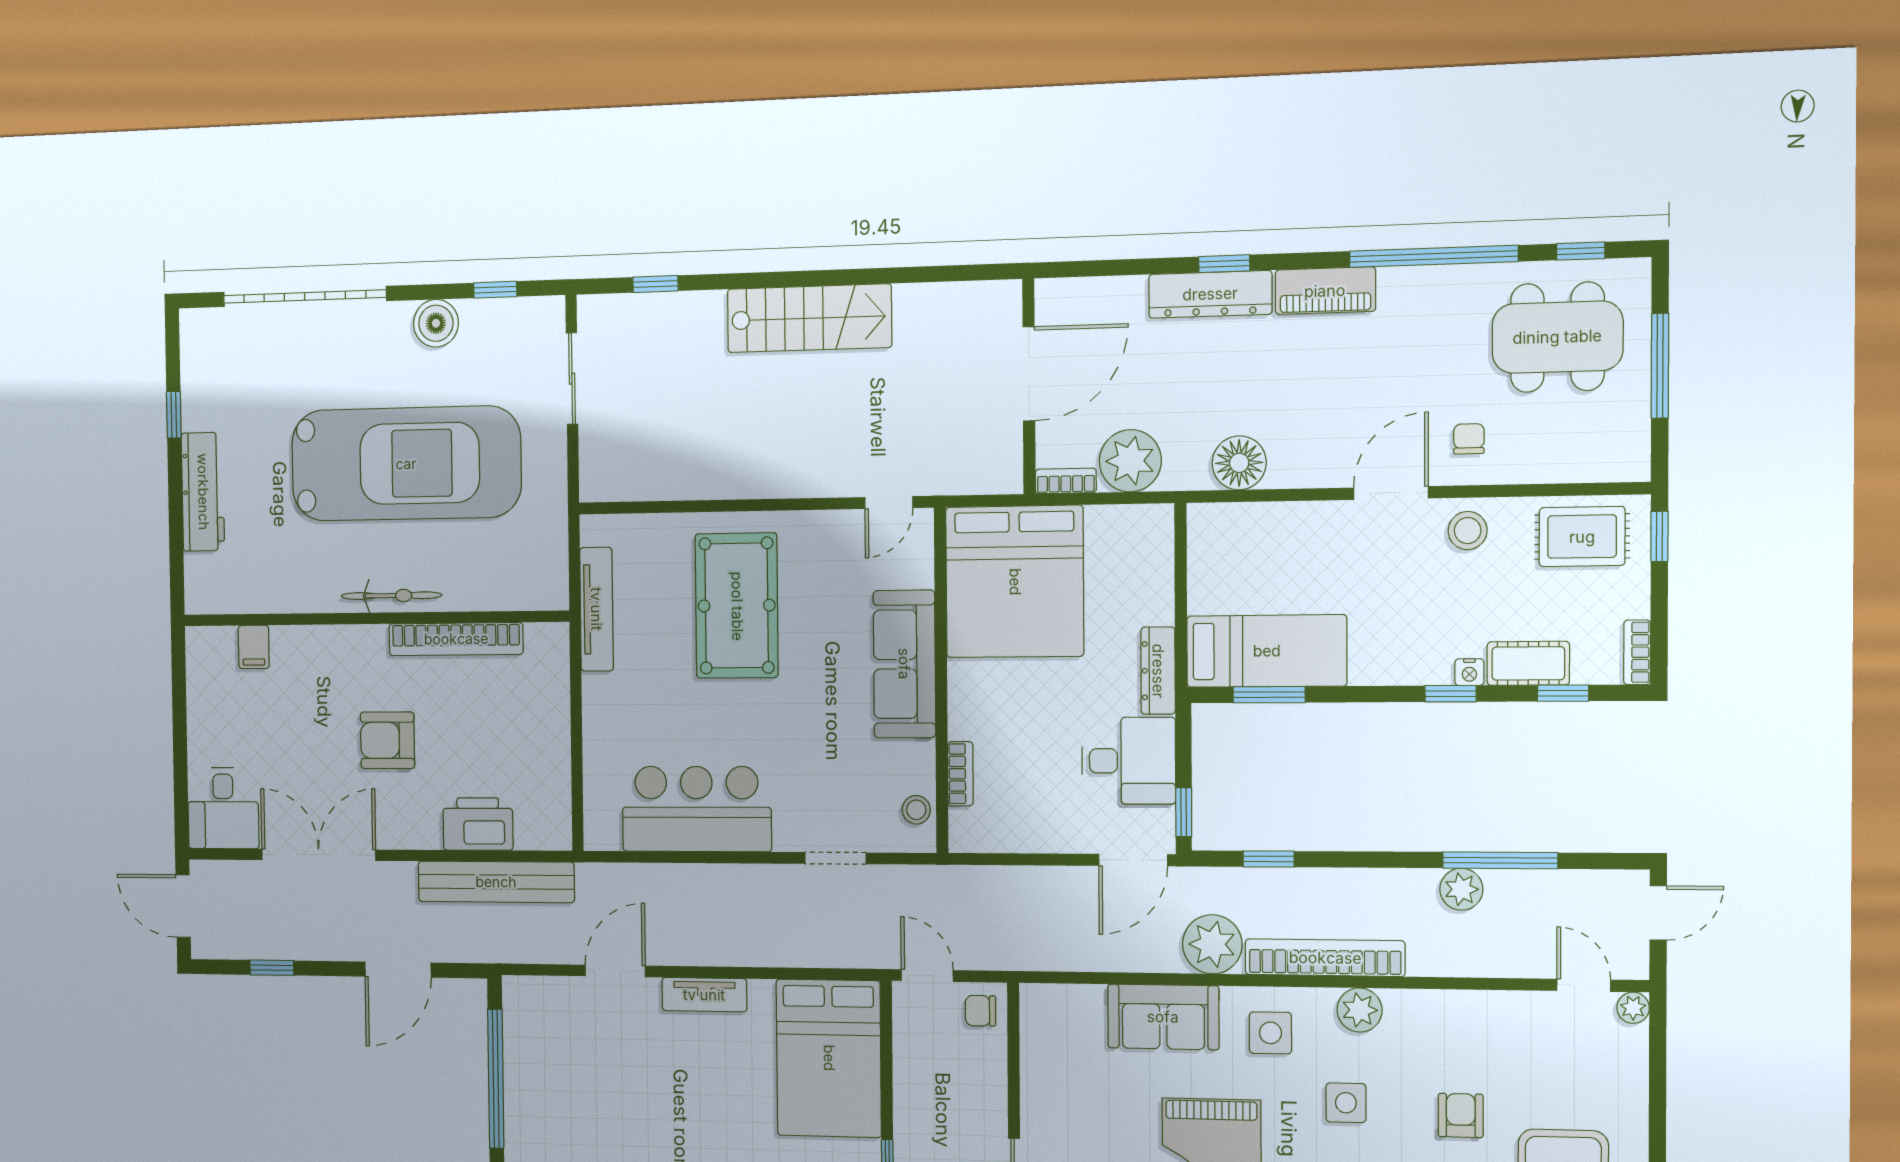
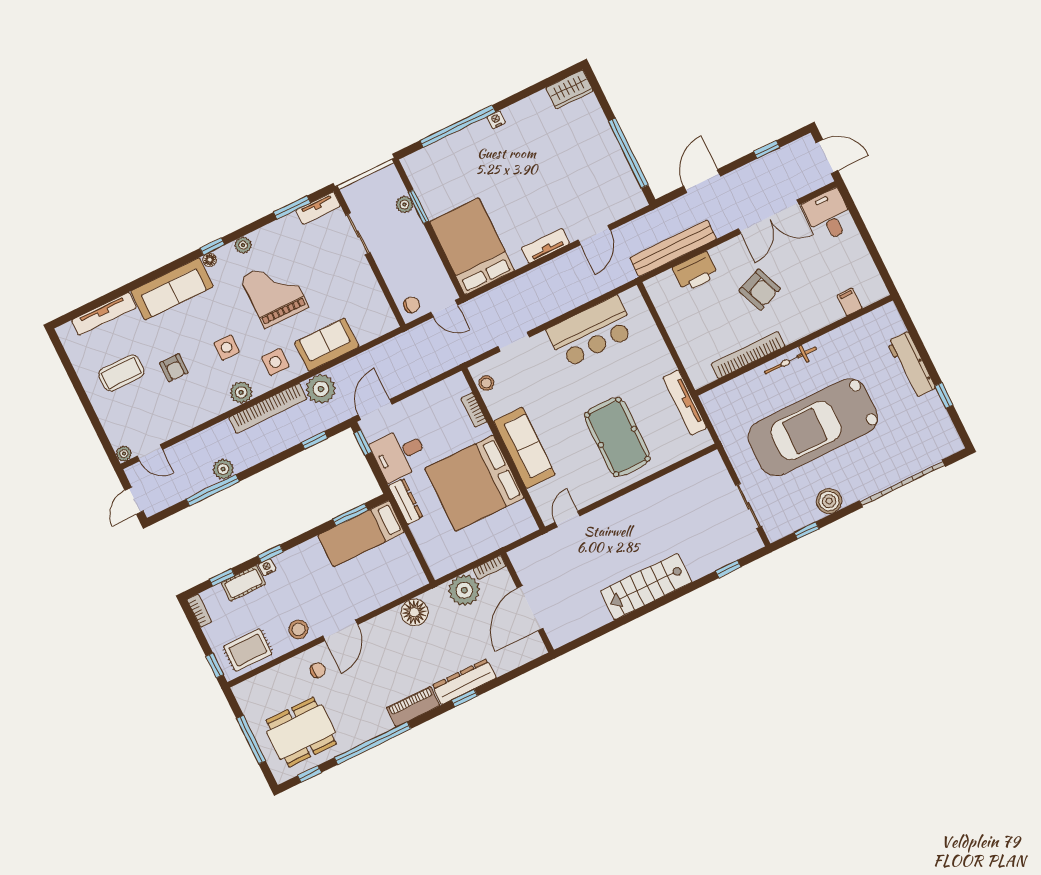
chair: (1469, 439) -> (318, 670), turned -90
bed: (1015, 582) -> (474, 483), moved, turned -90
armchair: (387, 740) -> (760, 290), turned 68

